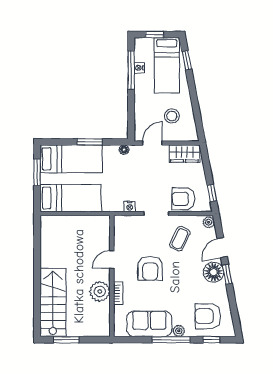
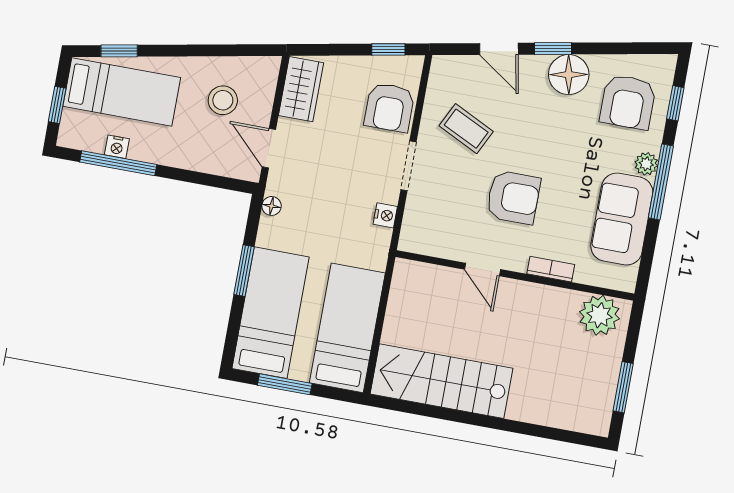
plant: (209, 222) -> (444, 66), removed
floor lamp: (214, 272) -> (569, 75), moved
plant: (100, 291) -> (599, 315), moved
stairs: (53, 302) -> (441, 381), moved

